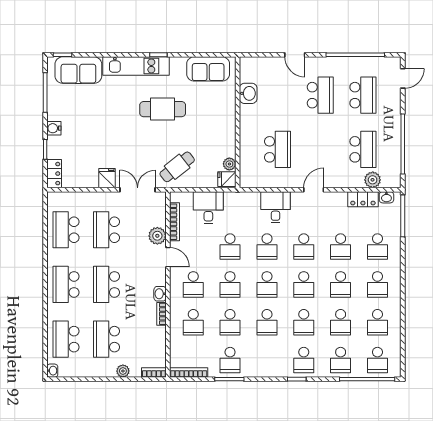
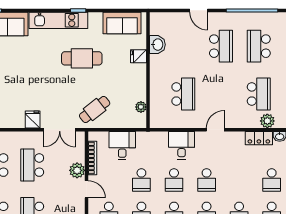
school desk: (363, 95) -> (259, 46), turned 180
fridge: (227, 179) -> (138, 56), moved
double door: (138, 190) -> (60, 130), swing flipped
school desk: (341, 247) -> (239, 180), removed

